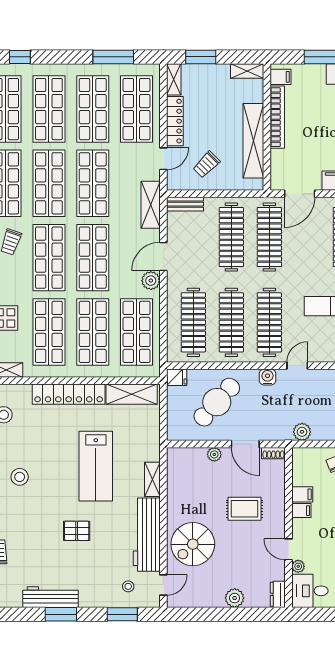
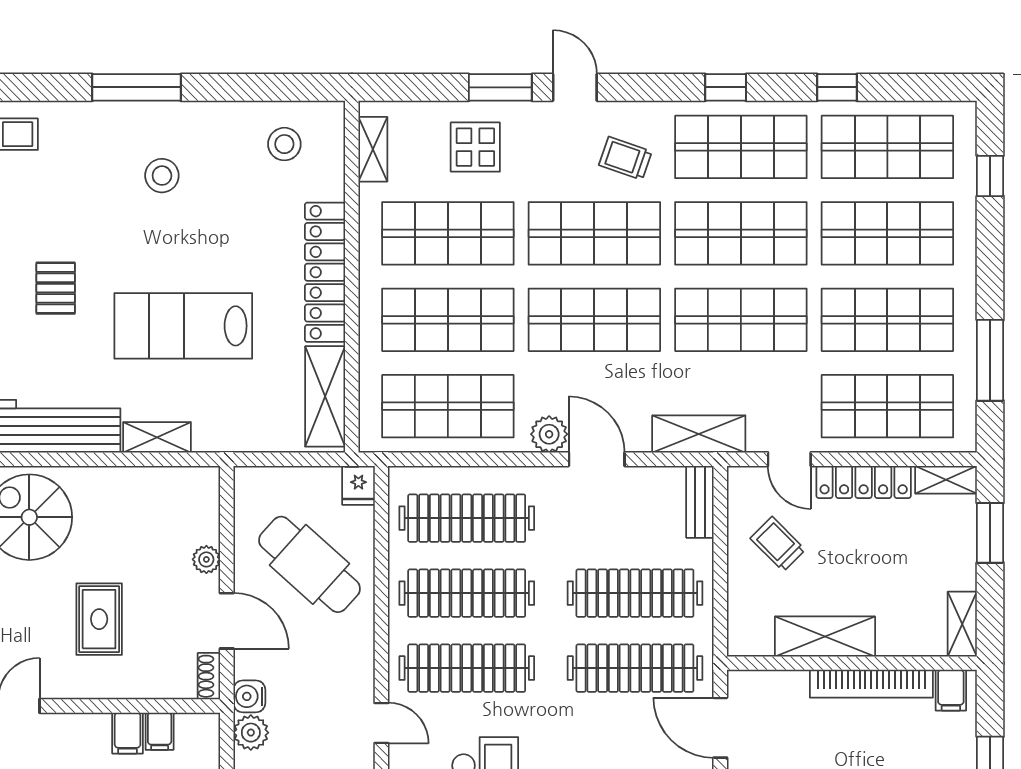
shelving: (253, 141) -> (825, 637), width x0.68
water cooler: (267, 377) -> (249, 696), moved, turned 180
door: (245, 444) -> (227, 621), swing flipped
filing cabinet: (301, 511) -> (160, 731), moved

